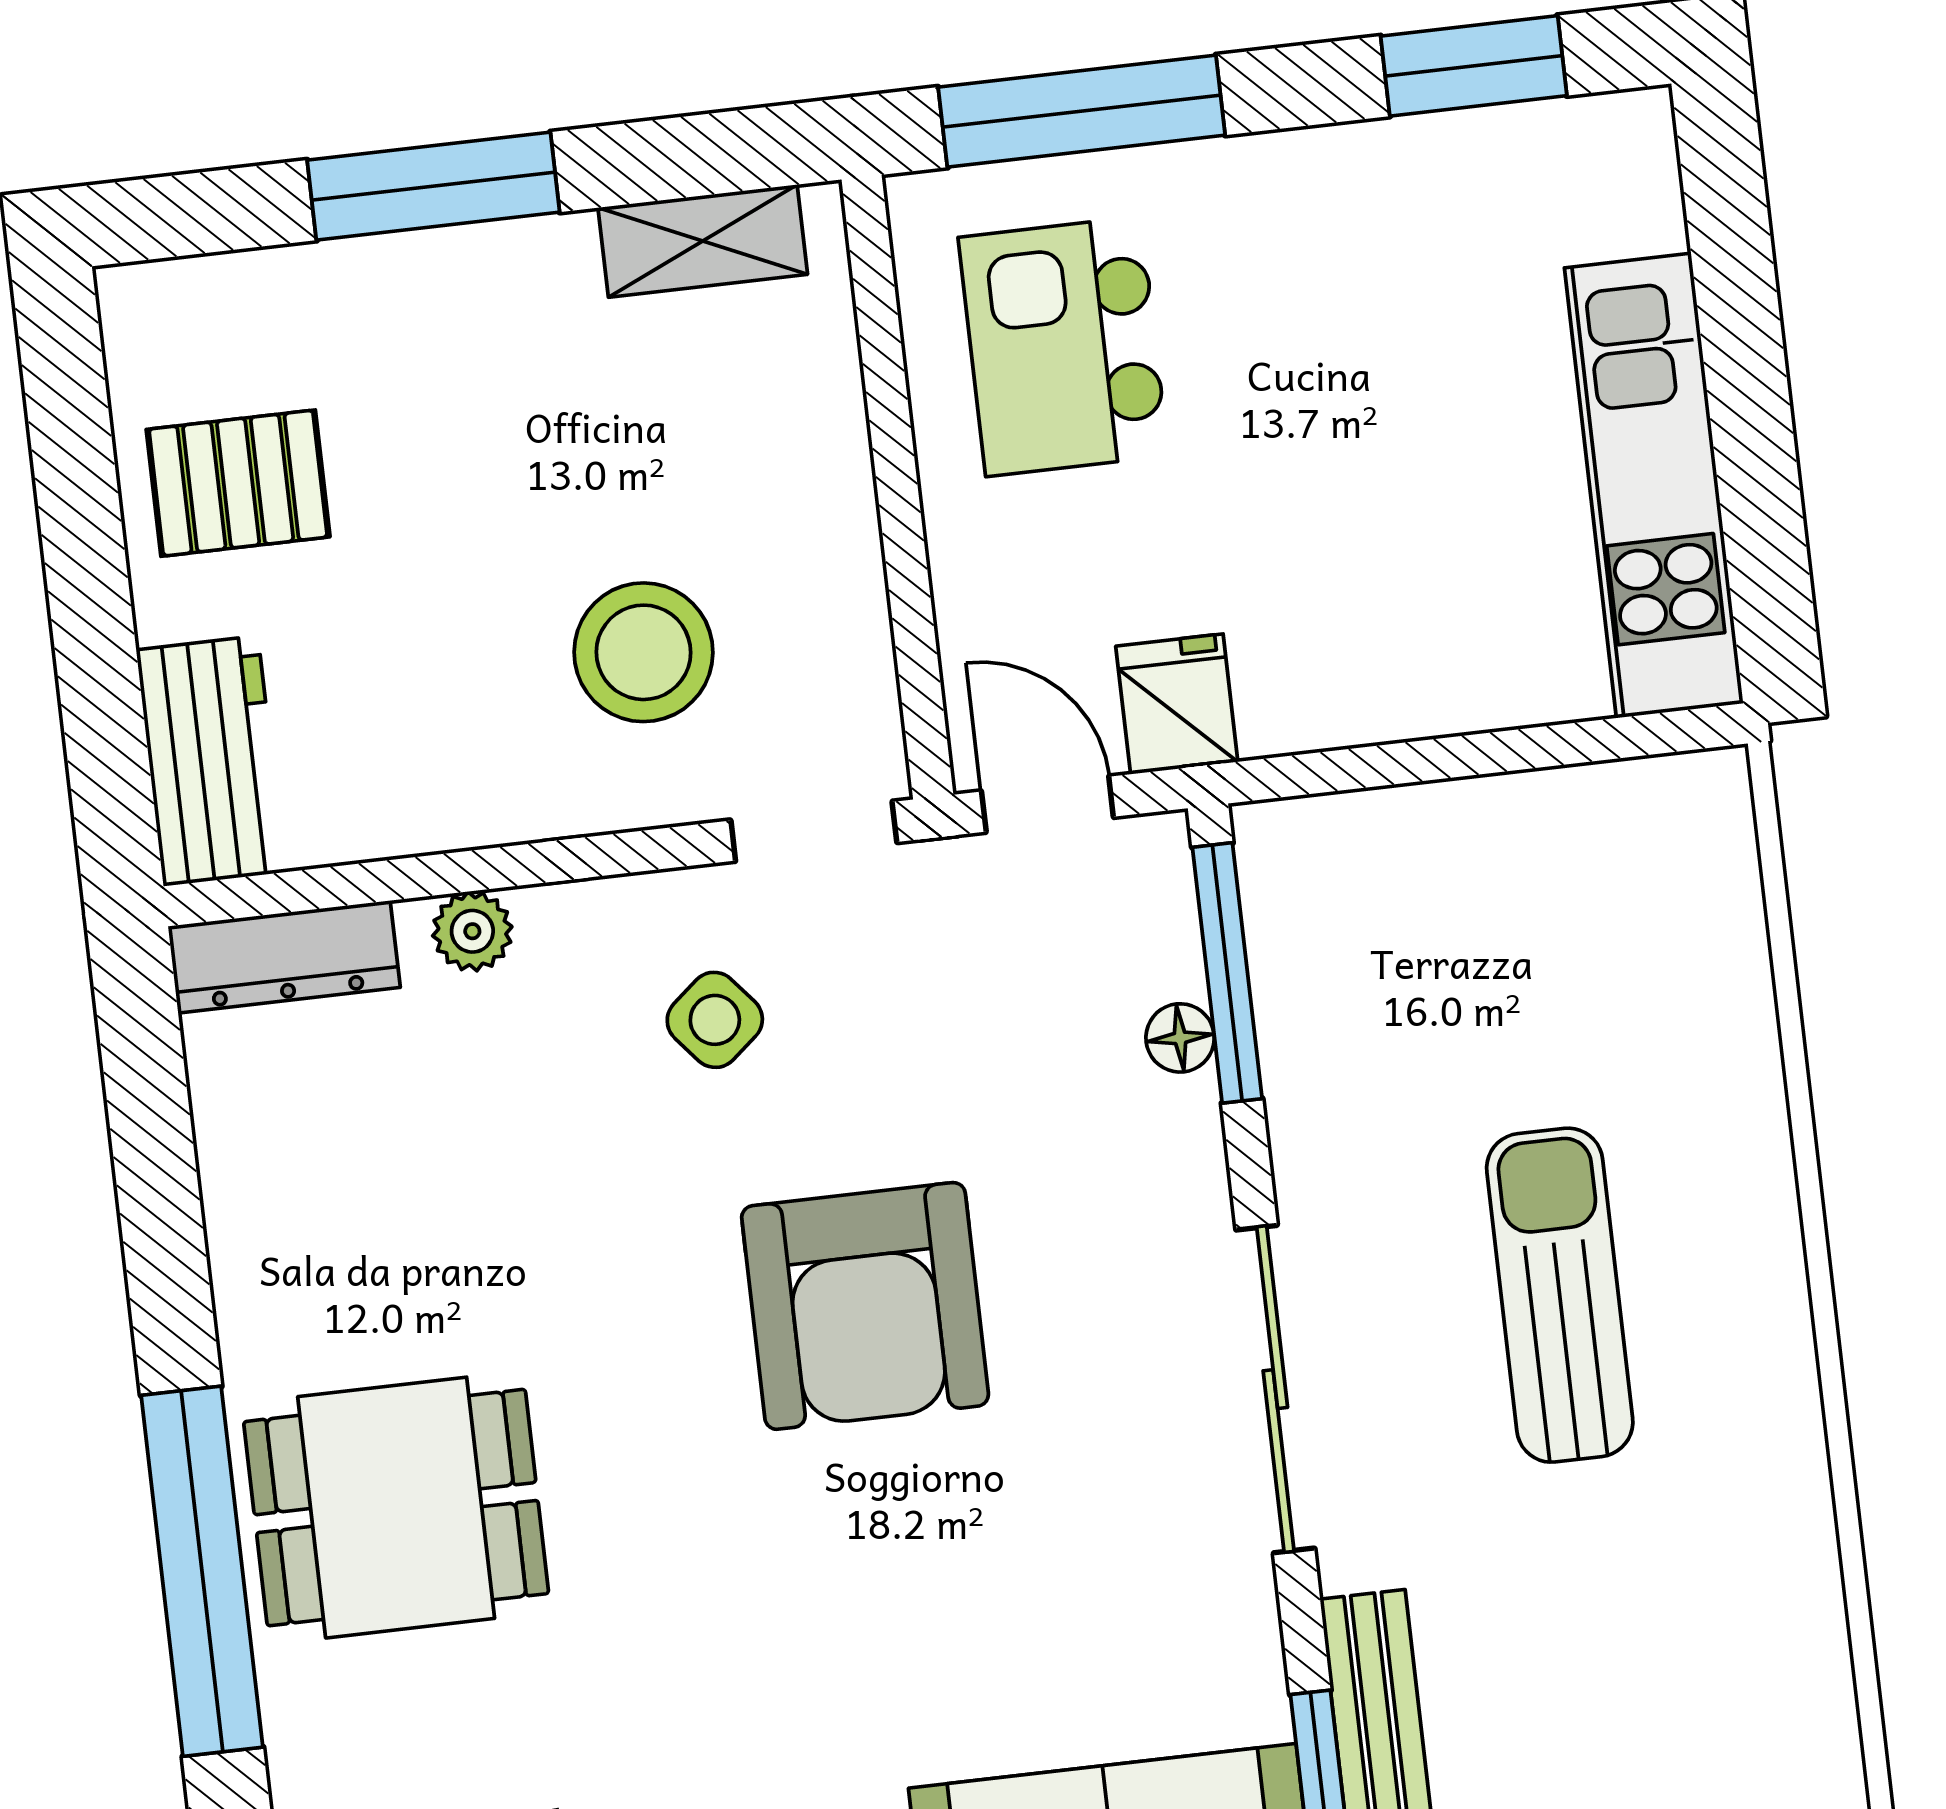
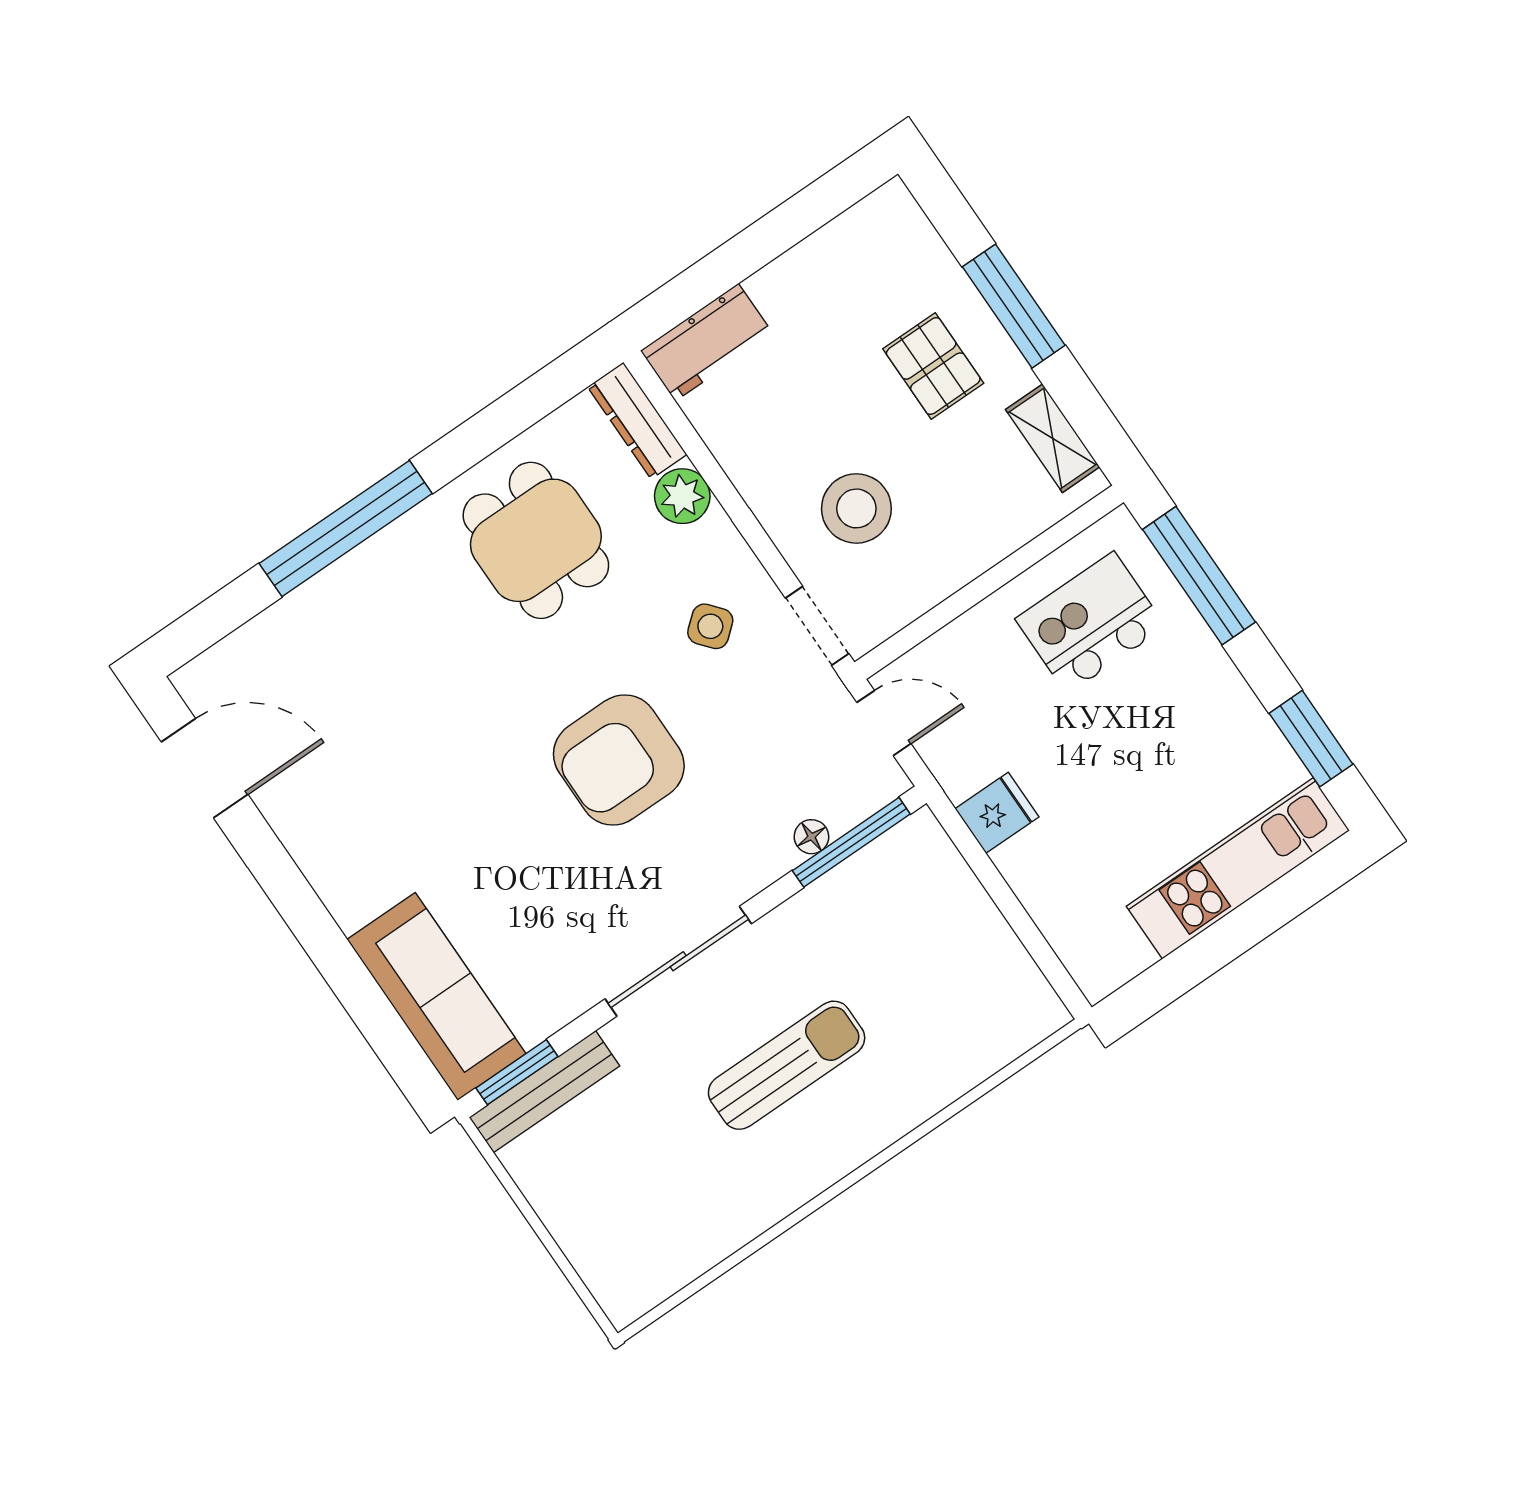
pallet: (238, 483) -> (933, 366), moved
kitchen unit: (1654, 486) -> (1238, 868), moved
fridge: (1177, 704) -> (997, 813), moved
door: (1047, 804) -> (884, 723), hinge flipped
plant: (472, 931) -> (682, 496), width x1.38, depth x1.38
dining table: (396, 1508) -> (536, 540), moved

